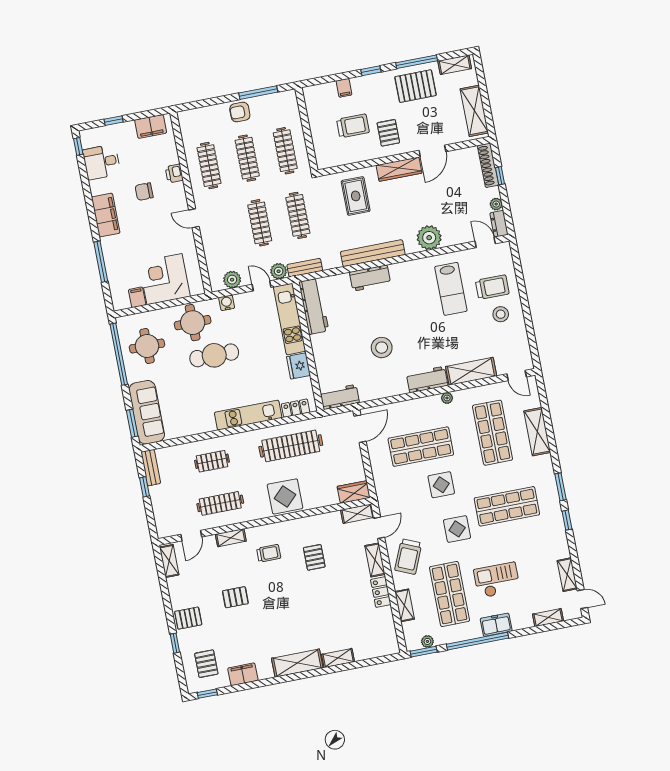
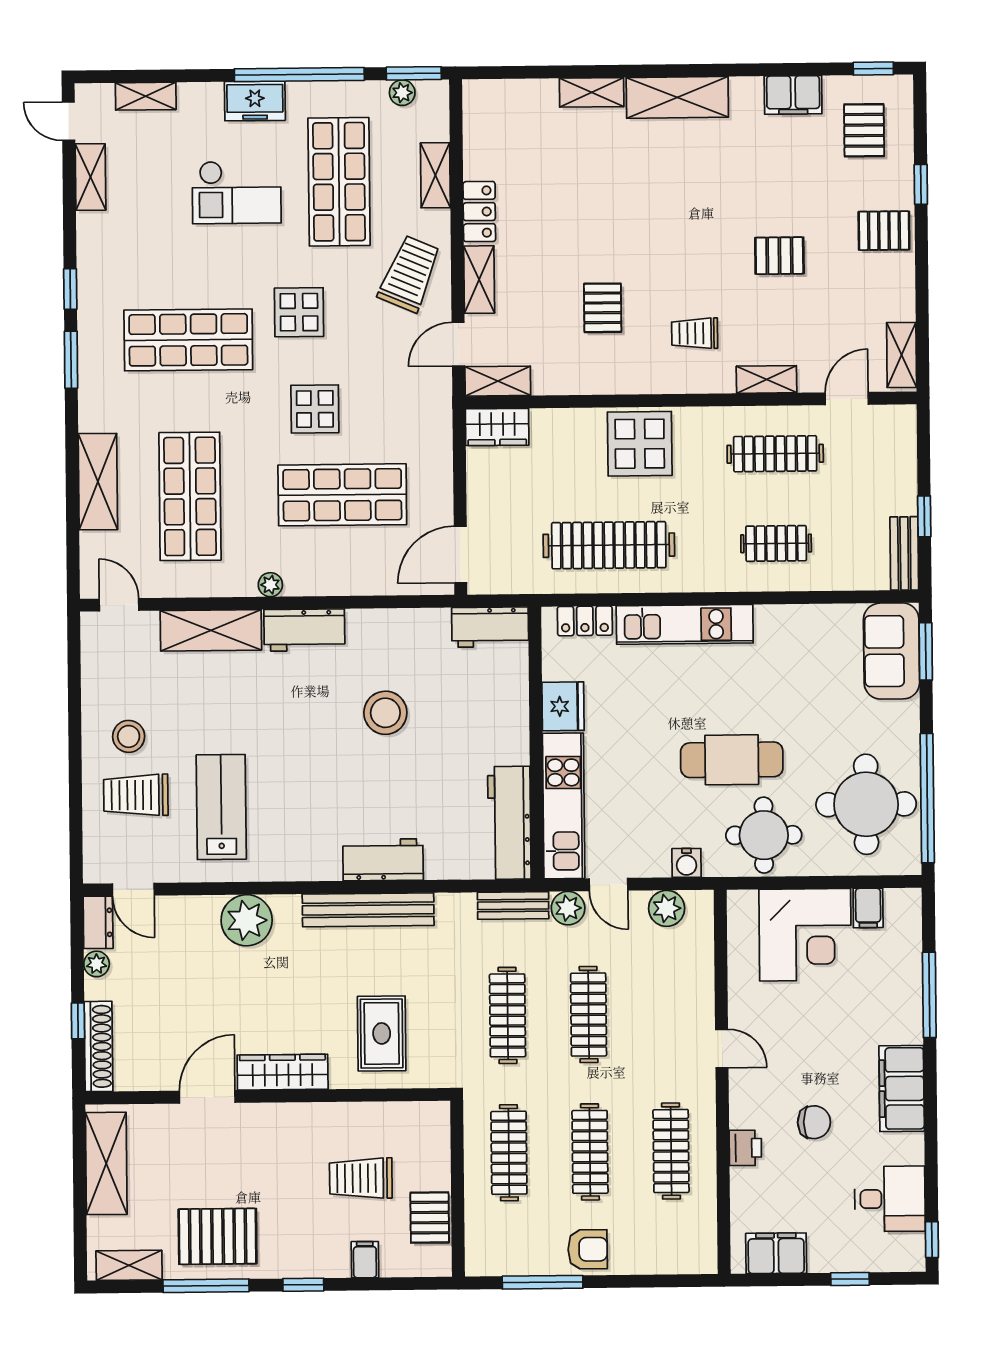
pallet: (388, 133) -> (430, 1218), moved
round table: (147, 346) -> (866, 804), width x1.36, depth x1.36
sofa: (147, 412) -> (892, 651), width x0.73

